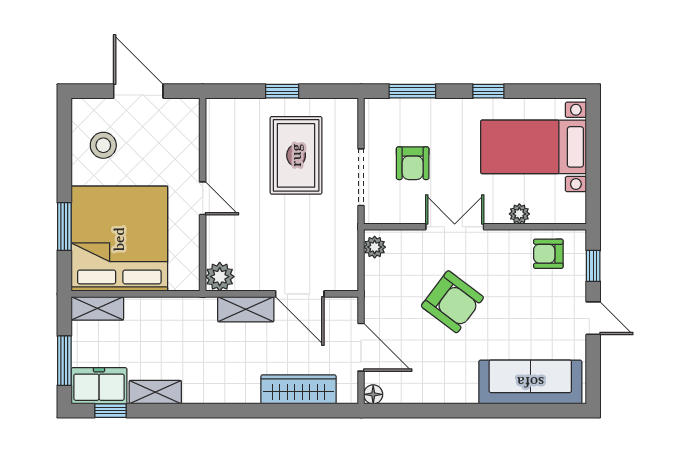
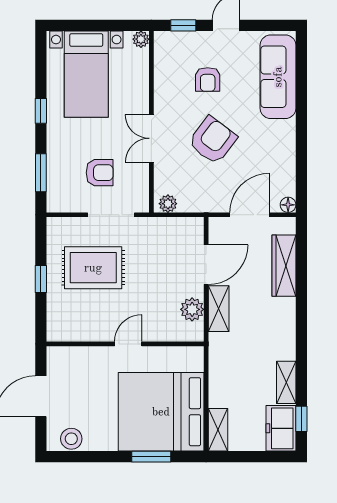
stool: (103, 145) -> (71, 439), moved
plant: (519, 214) -> (141, 39), moved
armchair: (548, 254) -> (208, 79), moved
plant: (220, 277) -> (192, 309), moved
window: (64, 361) -> (261, 457), removed

